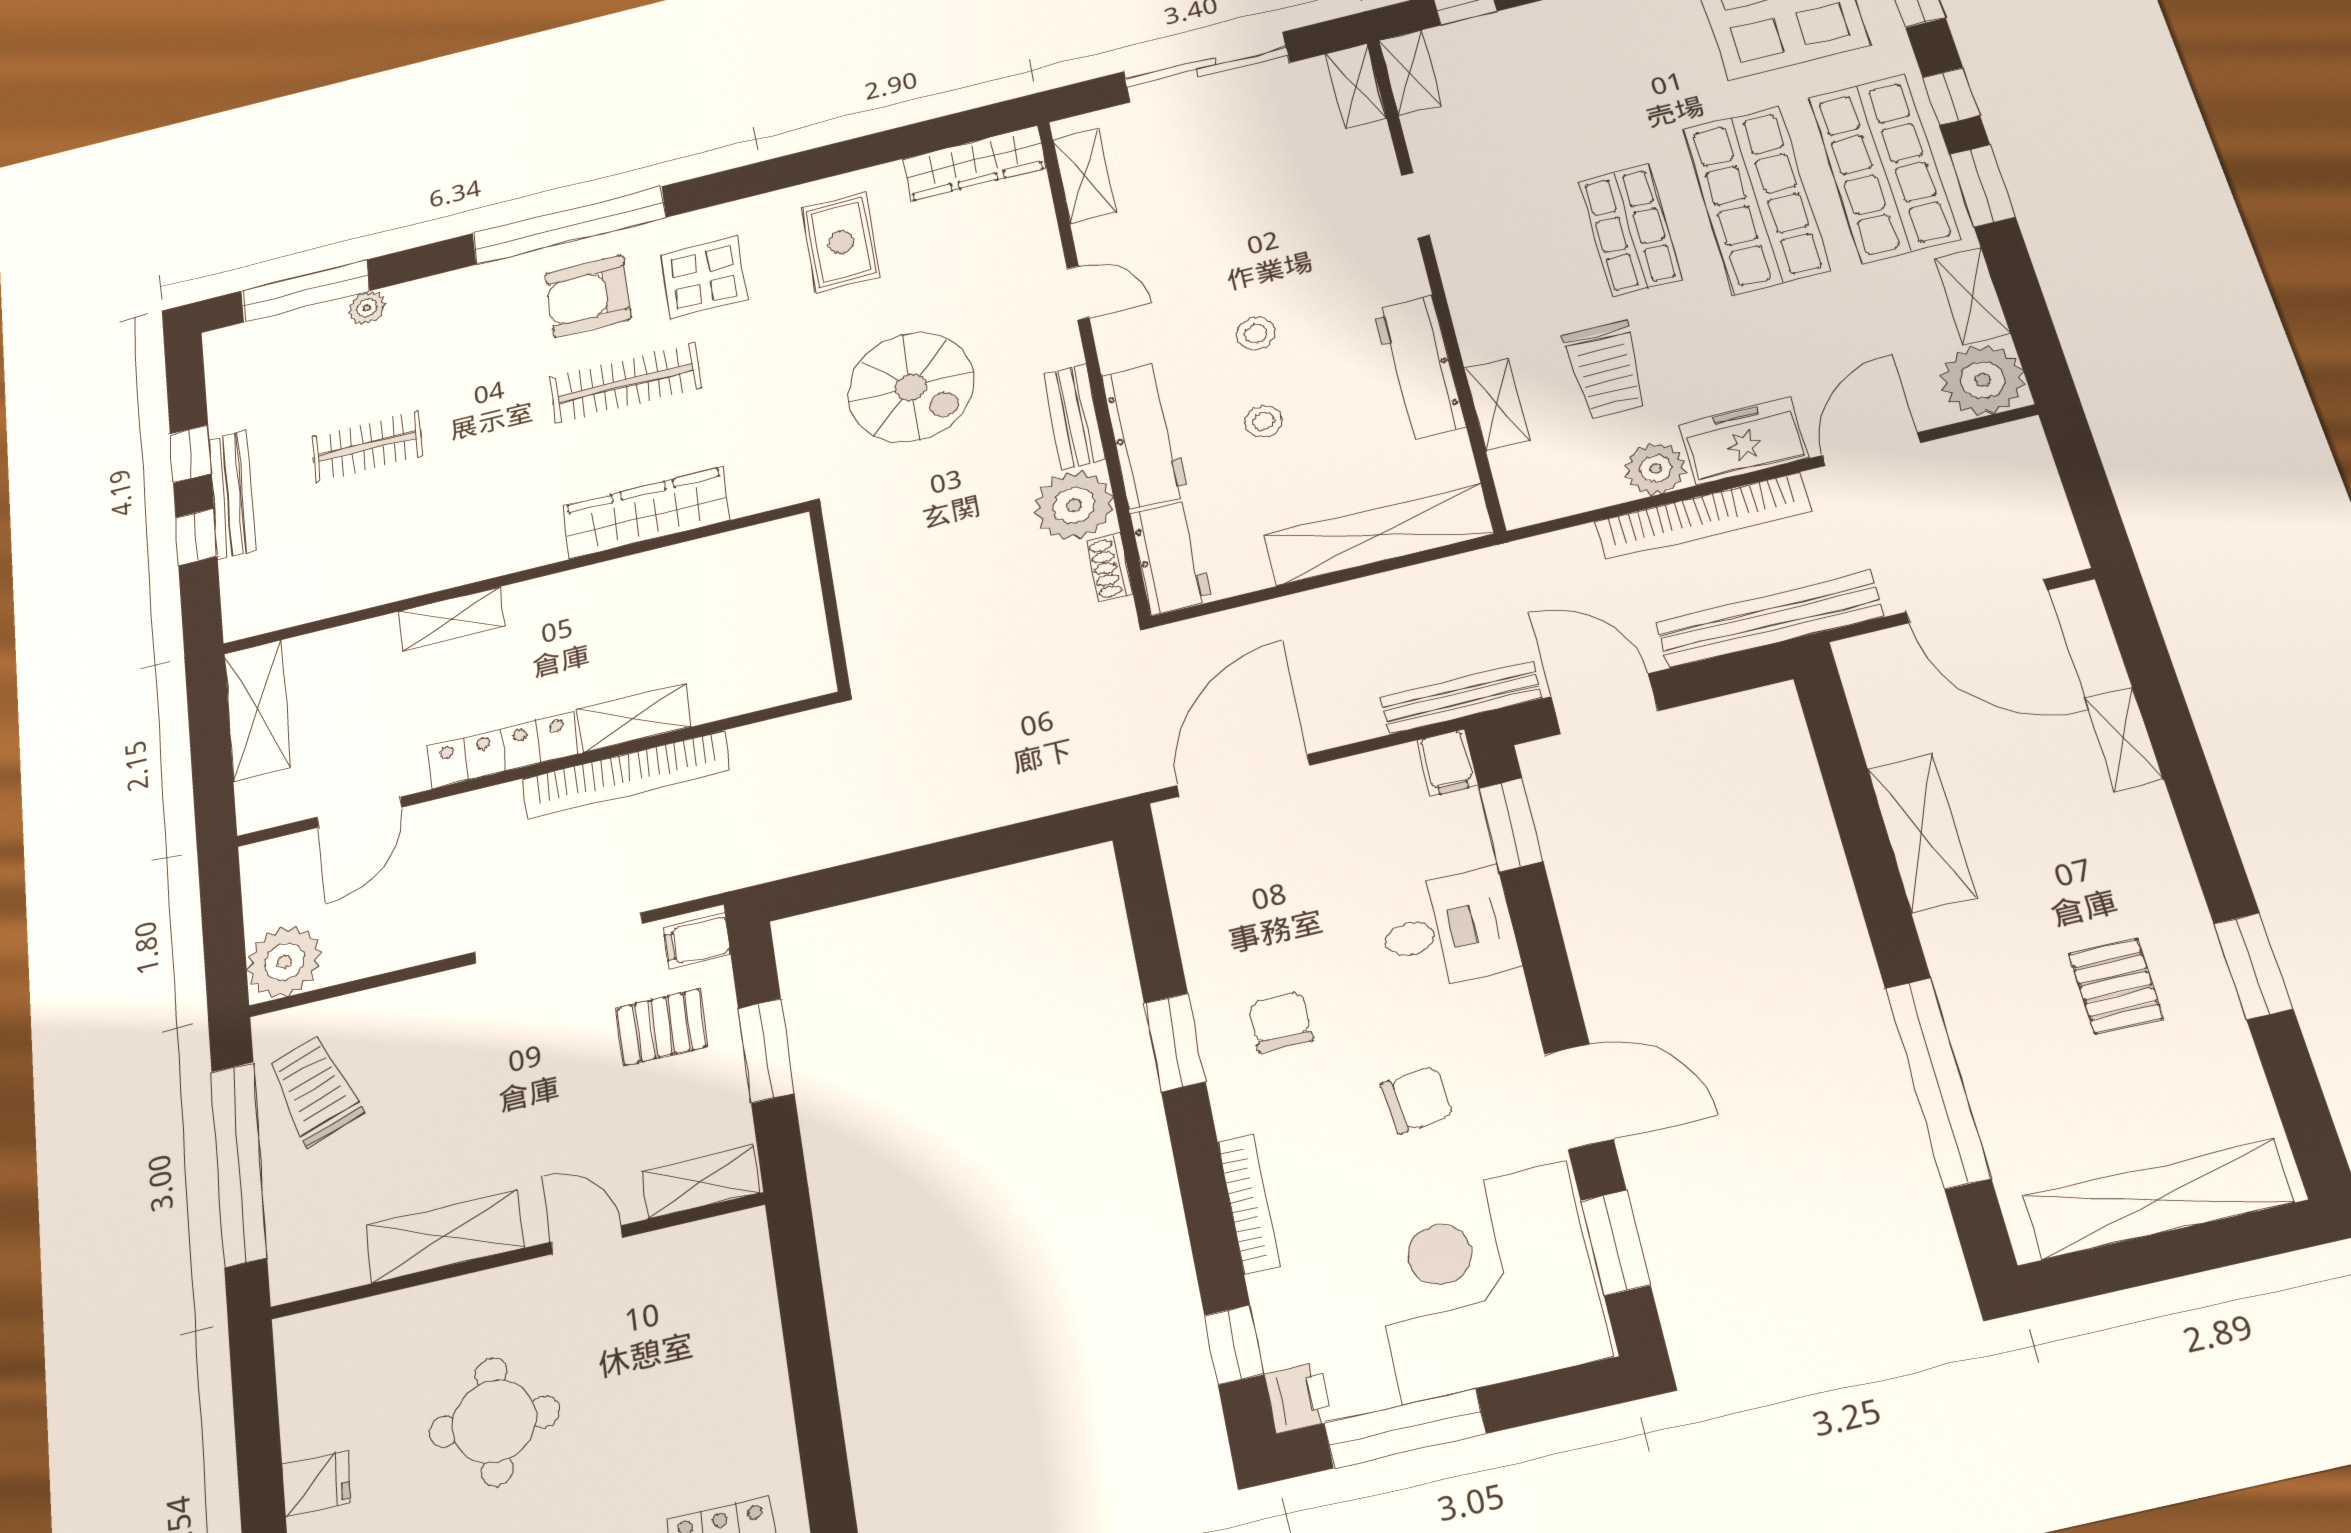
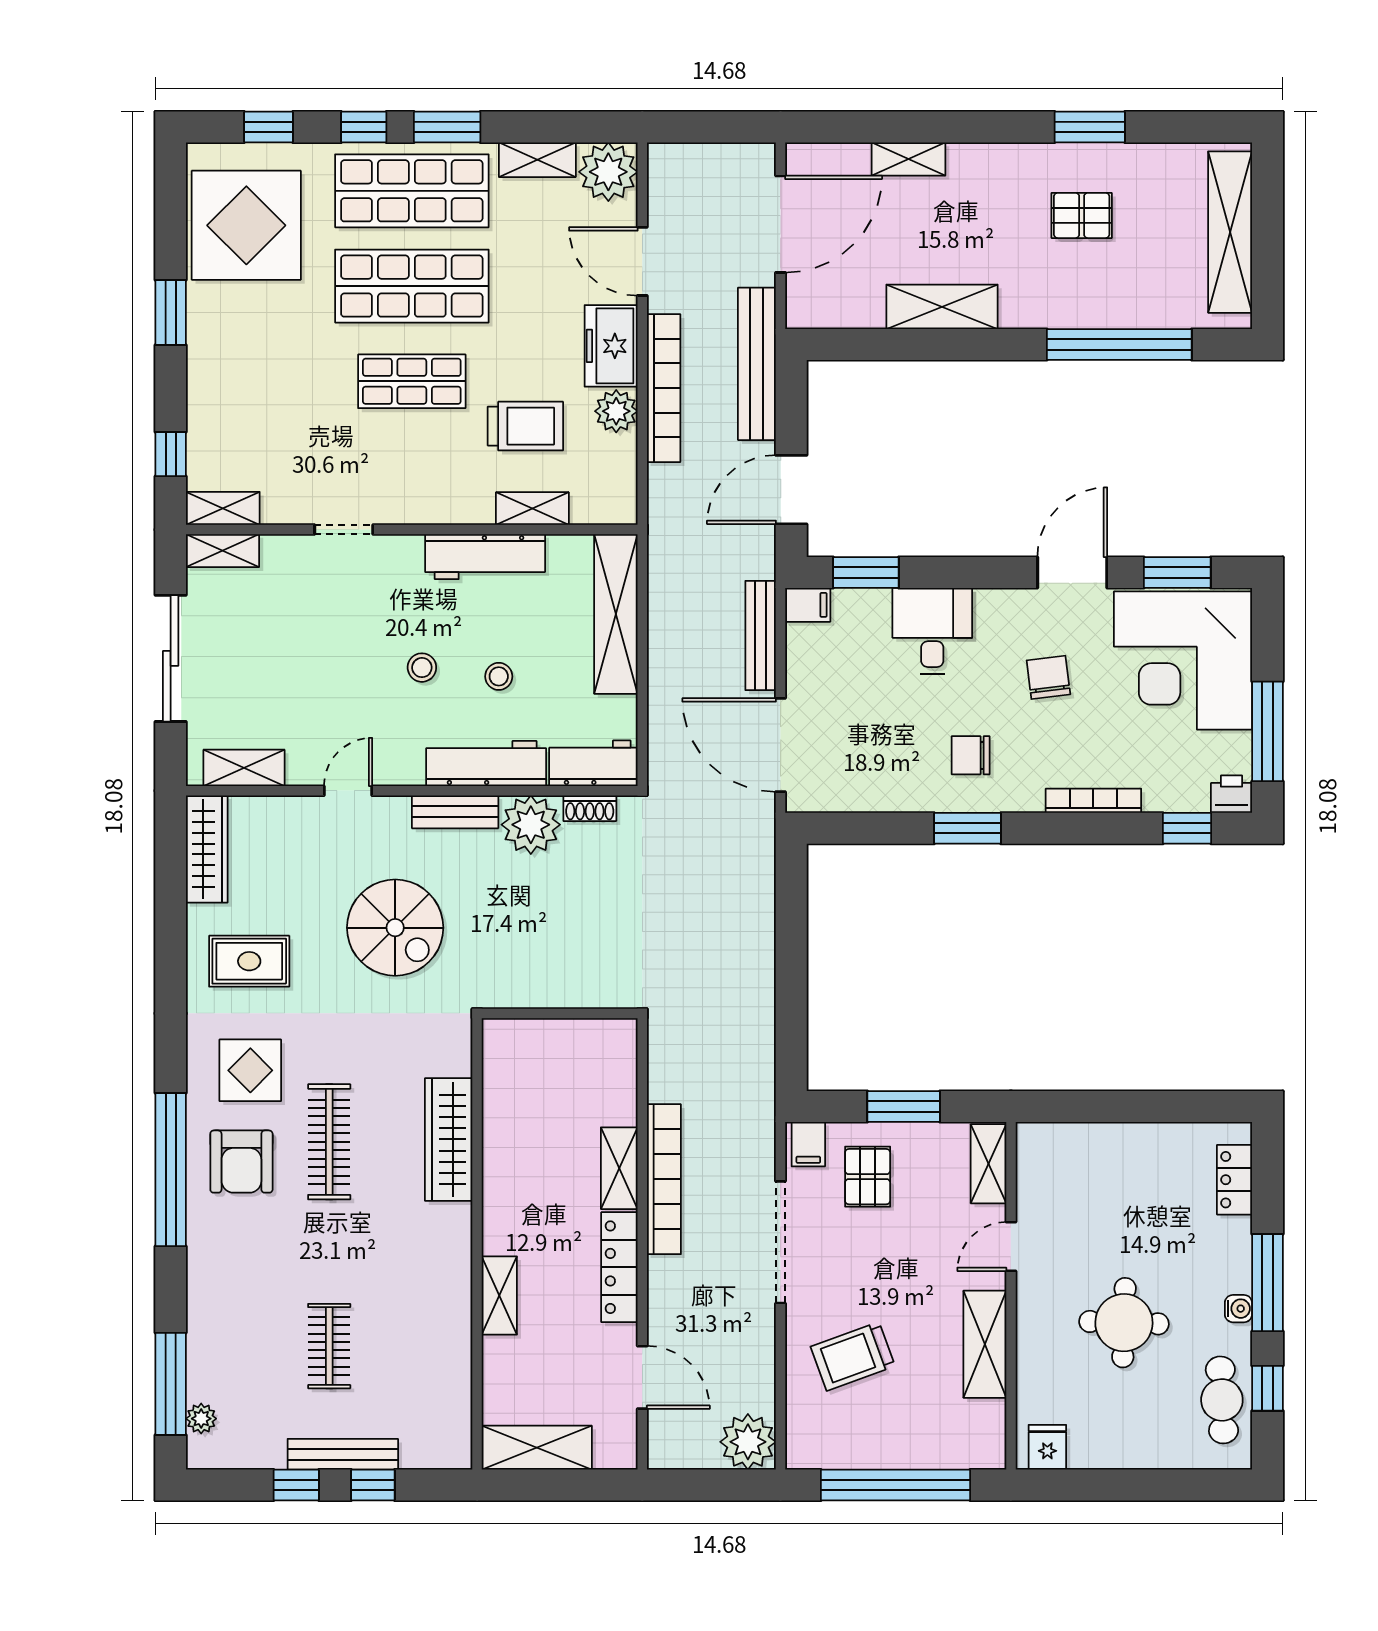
plant: (367, 308) -> (201, 1419), moved
spiral stairs: (911, 387) -> (395, 928), turned 90
bench: (1461, 698) -> (761, 635), moved
trolley: (315, 1090) -> (853, 1356), moved
fridge: (316, 1483) -> (1047, 1447), moved

